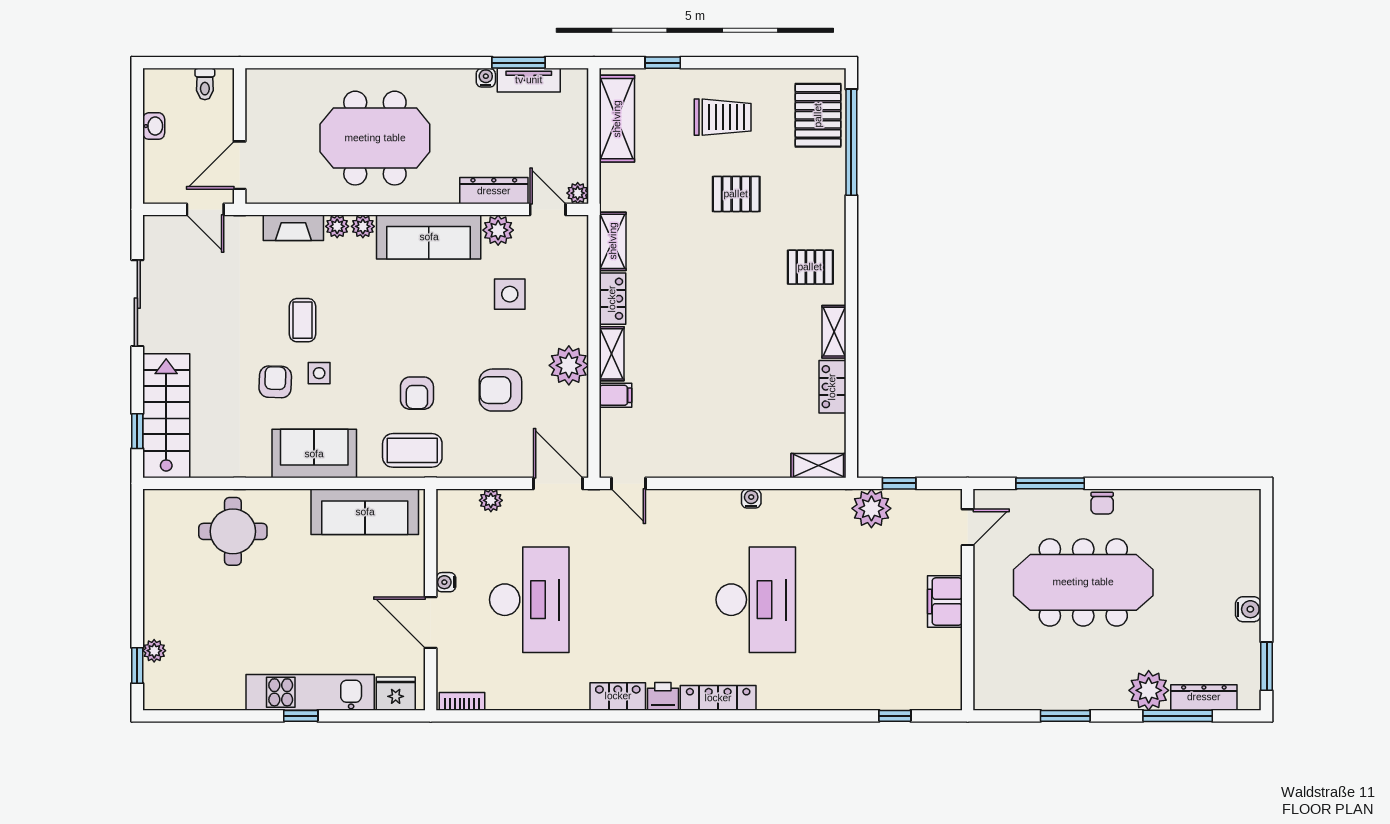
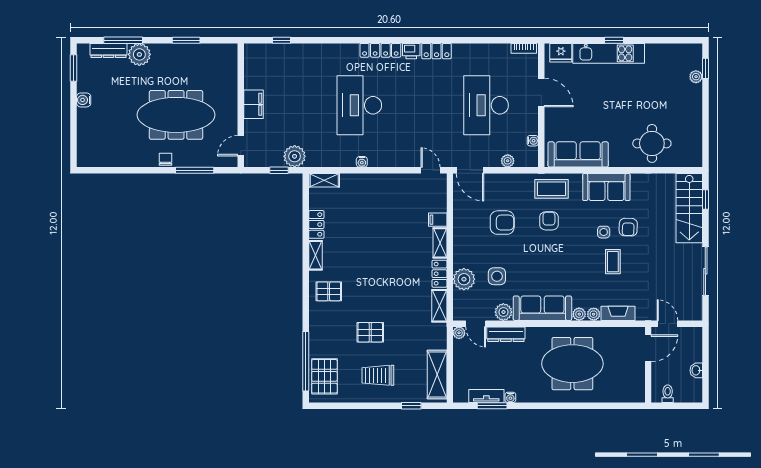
plant: (569, 365) -> (464, 279), moved
water cooler: (446, 582) -> (533, 141), moved

